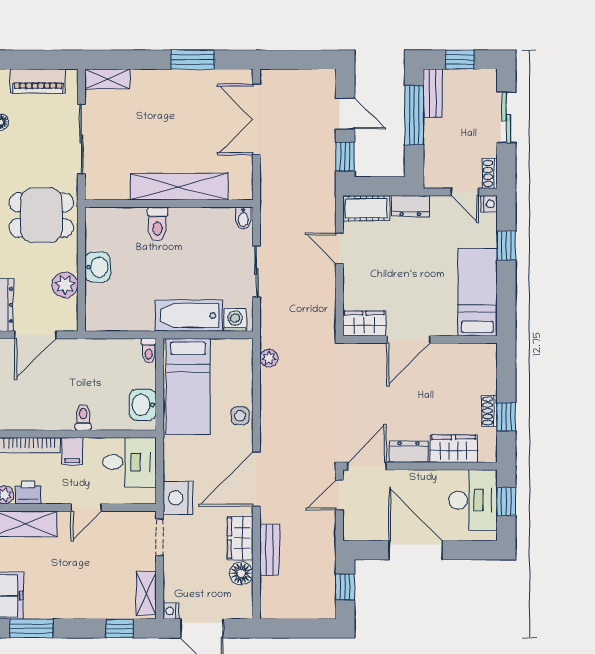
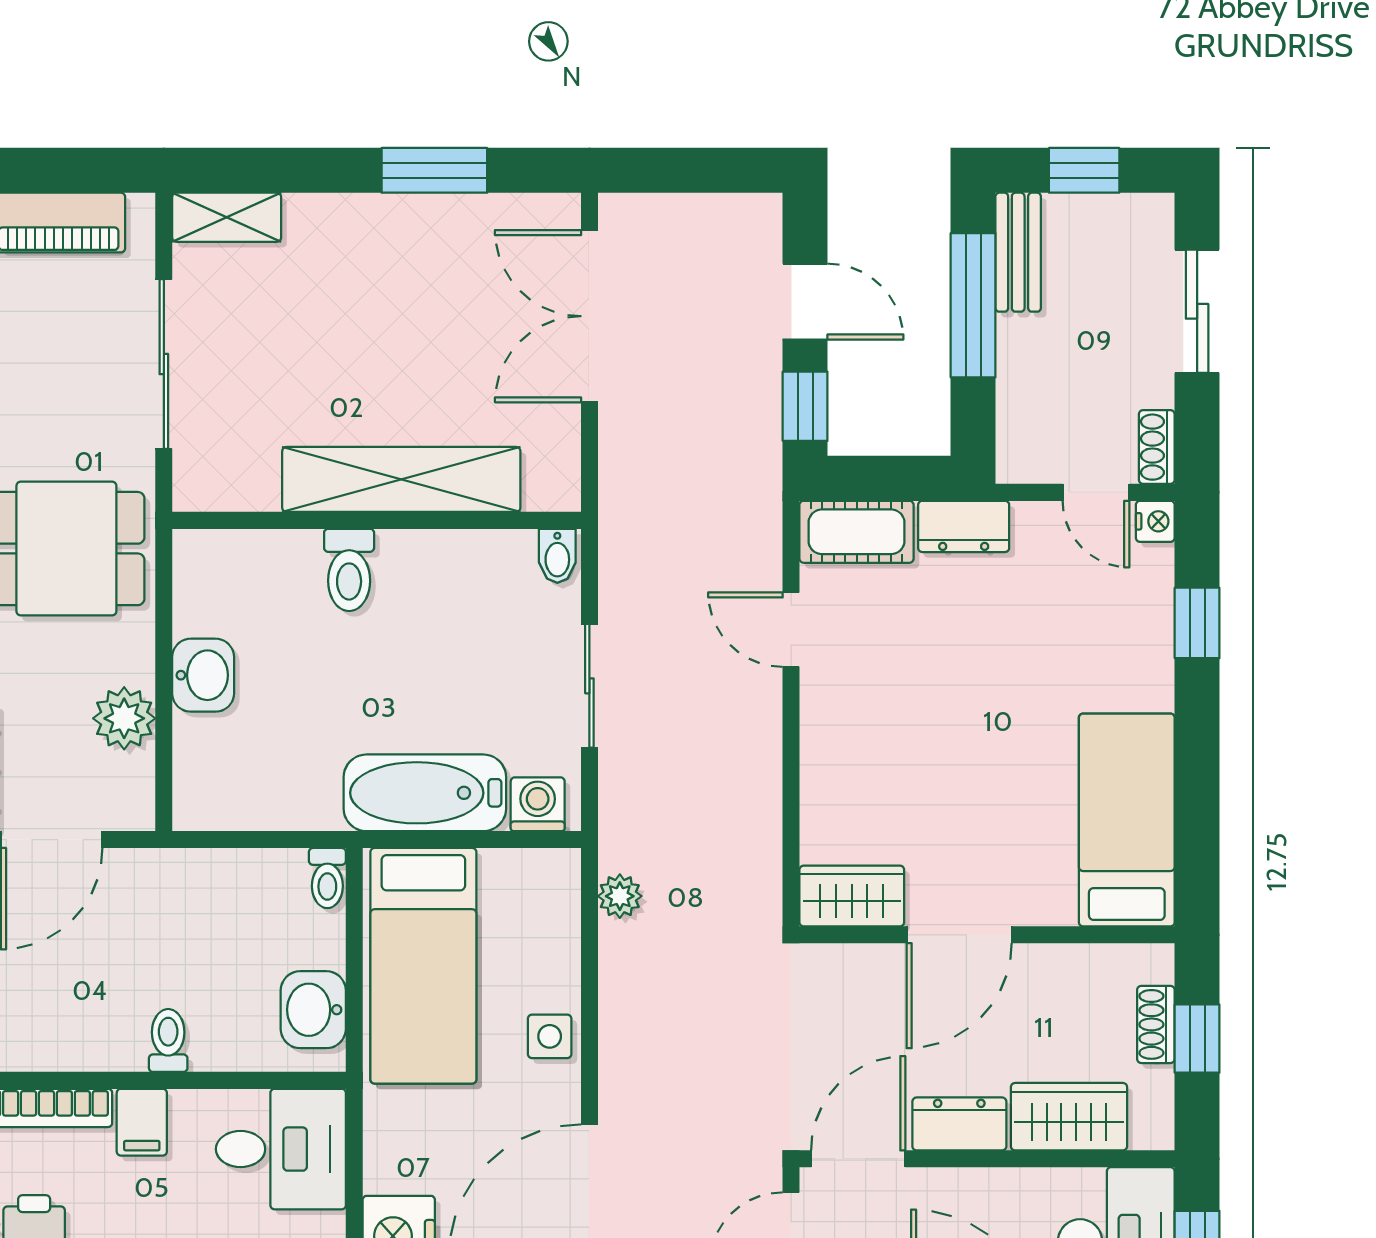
bed: (477, 292) -> (1127, 820), moved
wardrobe: (364, 323) -> (852, 896), moved
door: (408, 339) -> (959, 935), moved
wall: (420, 339) -> (987, 935), moved

